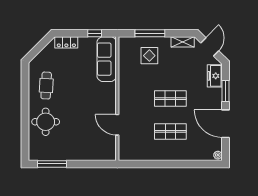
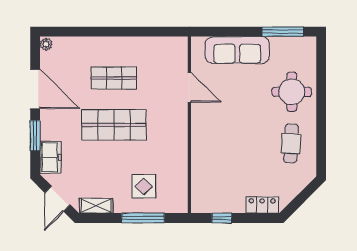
sofa: (107, 59) -> (237, 50), moved, turned 90
shop shelf: (170, 99) -> (114, 125), width x1.43, depth x1.36

